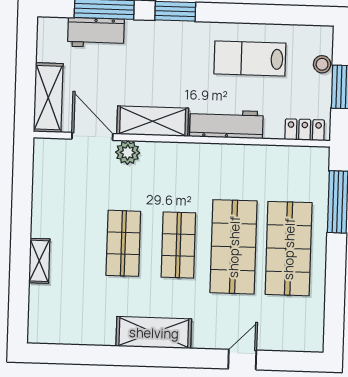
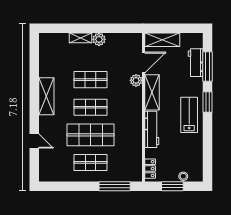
lab bench: (250, 59) -> (189, 115), moved
plant: (43, 224) -> (99, 39), added
shop shelf: (289, 249) -> (91, 162), width x0.70, depth x0.74

